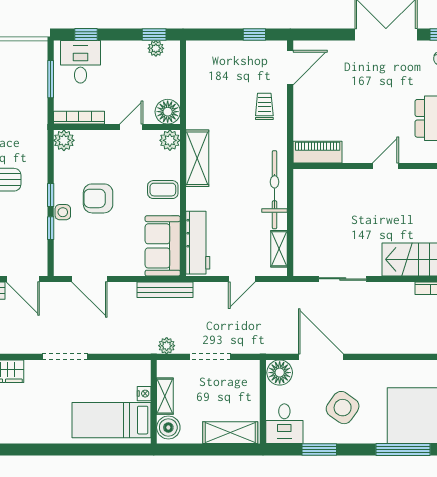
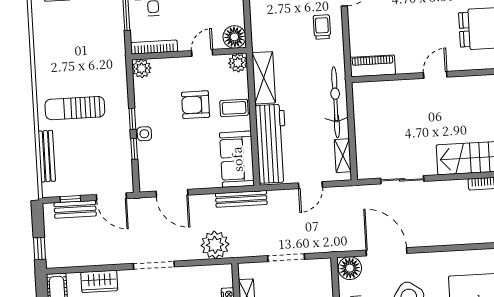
armchair: (98, 198) -> (196, 105), moved
workbench: (198, 243) -> (271, 144), width x1.36, depth x1.32
plant: (167, 346) -> (215, 245), moved, width x1.88, depth x1.88

